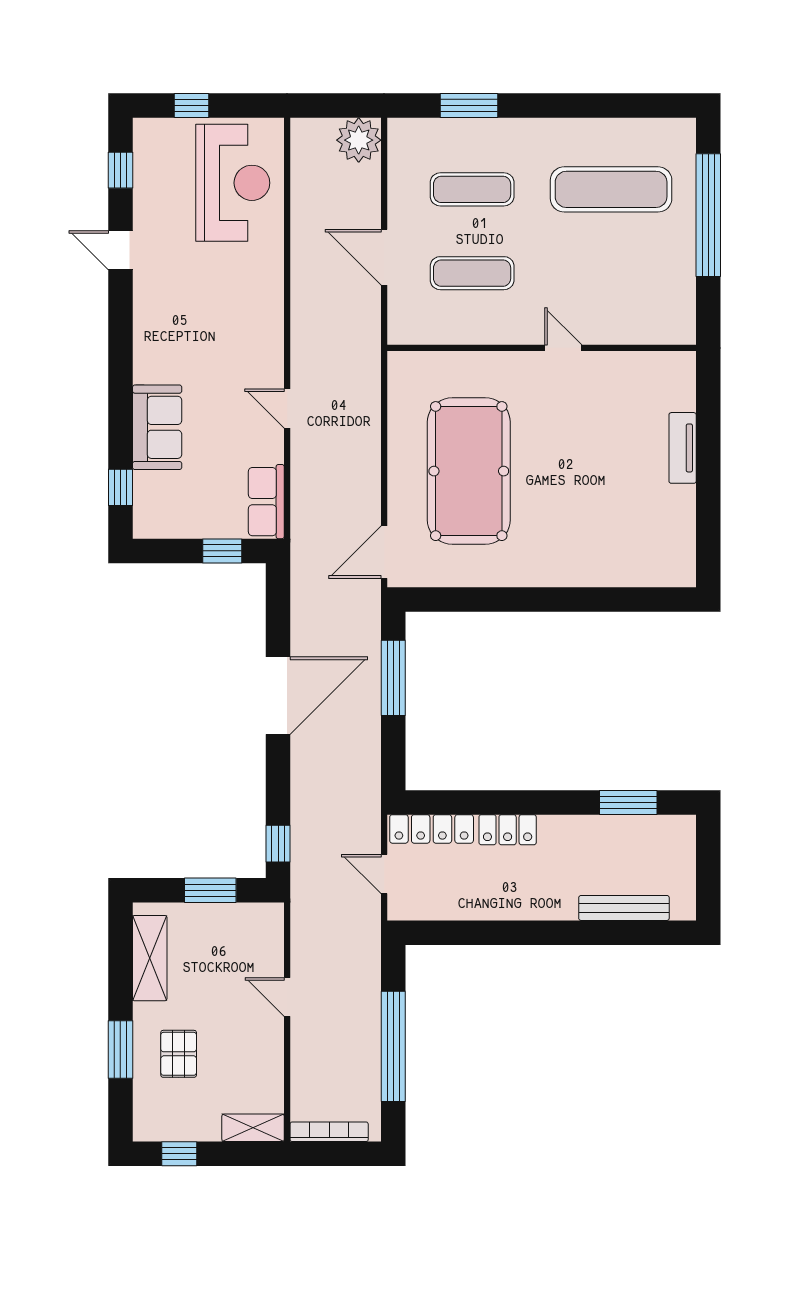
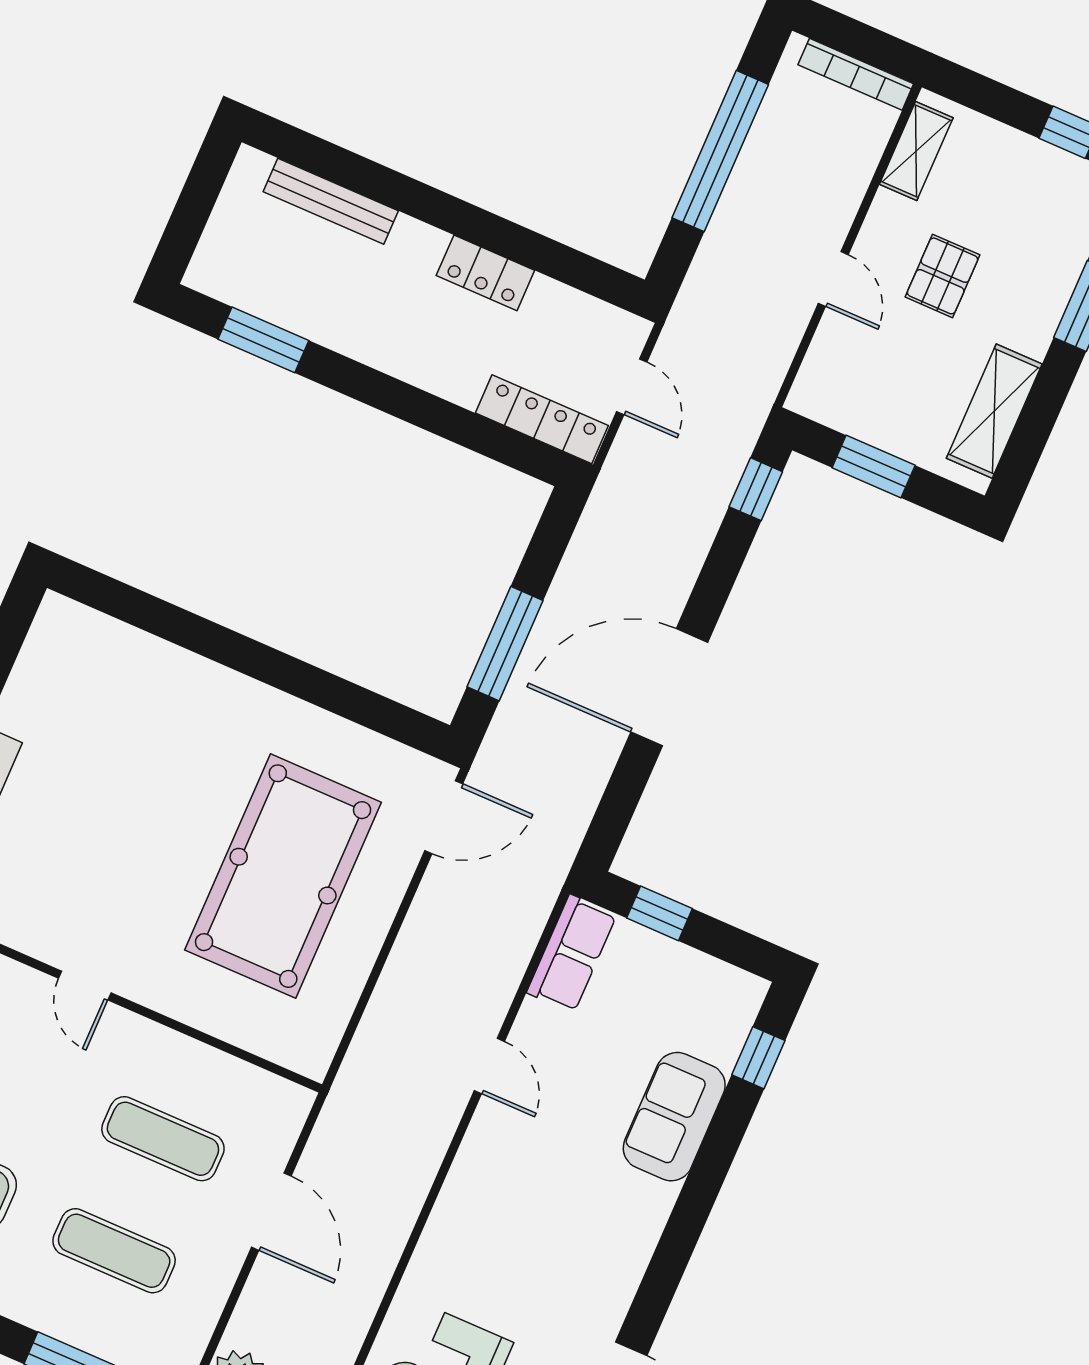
locker: (508, 830) -> (485, 273), moved, turned 180
pallet: (179, 1054) -> (943, 276), moved
shelving: (253, 1128) -> (916, 151), moved, turned 90

